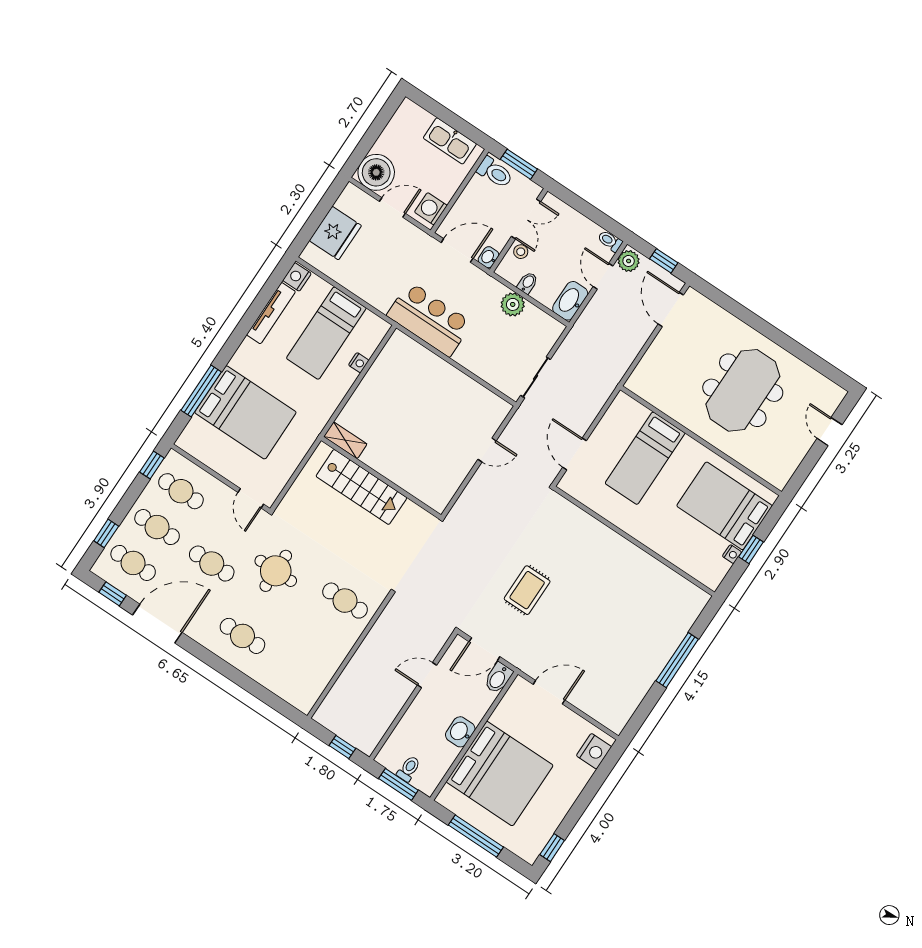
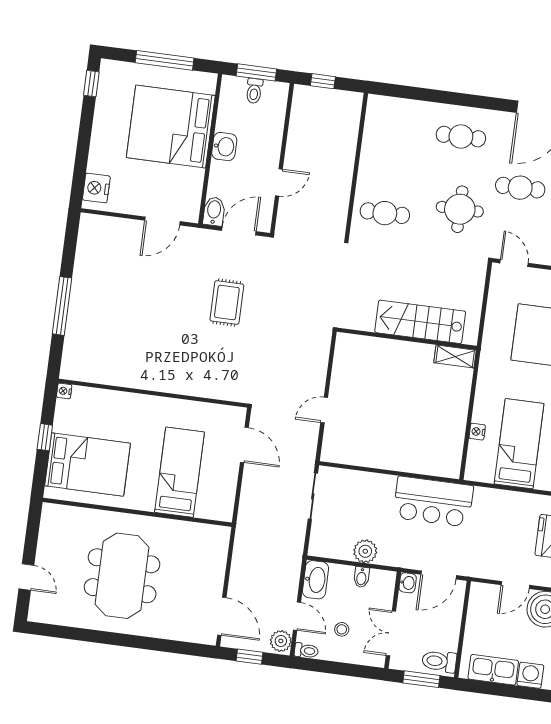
washing machine: (431, 209) -> (530, 675), moved, turned -90
stool: (521, 252) -> (342, 629), moved
nightstand: (732, 554) -> (64, 391), moved

